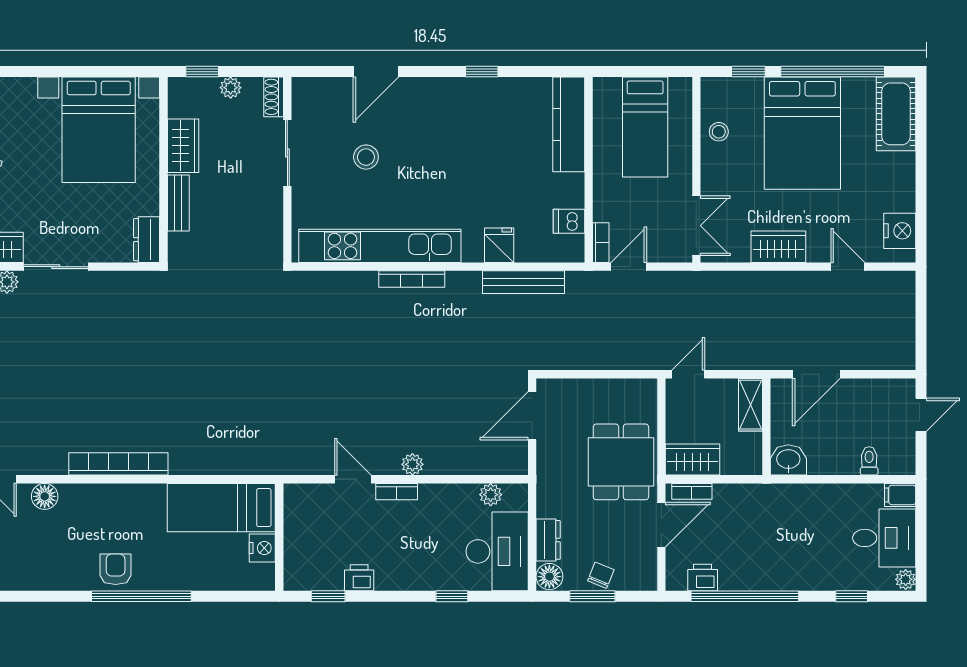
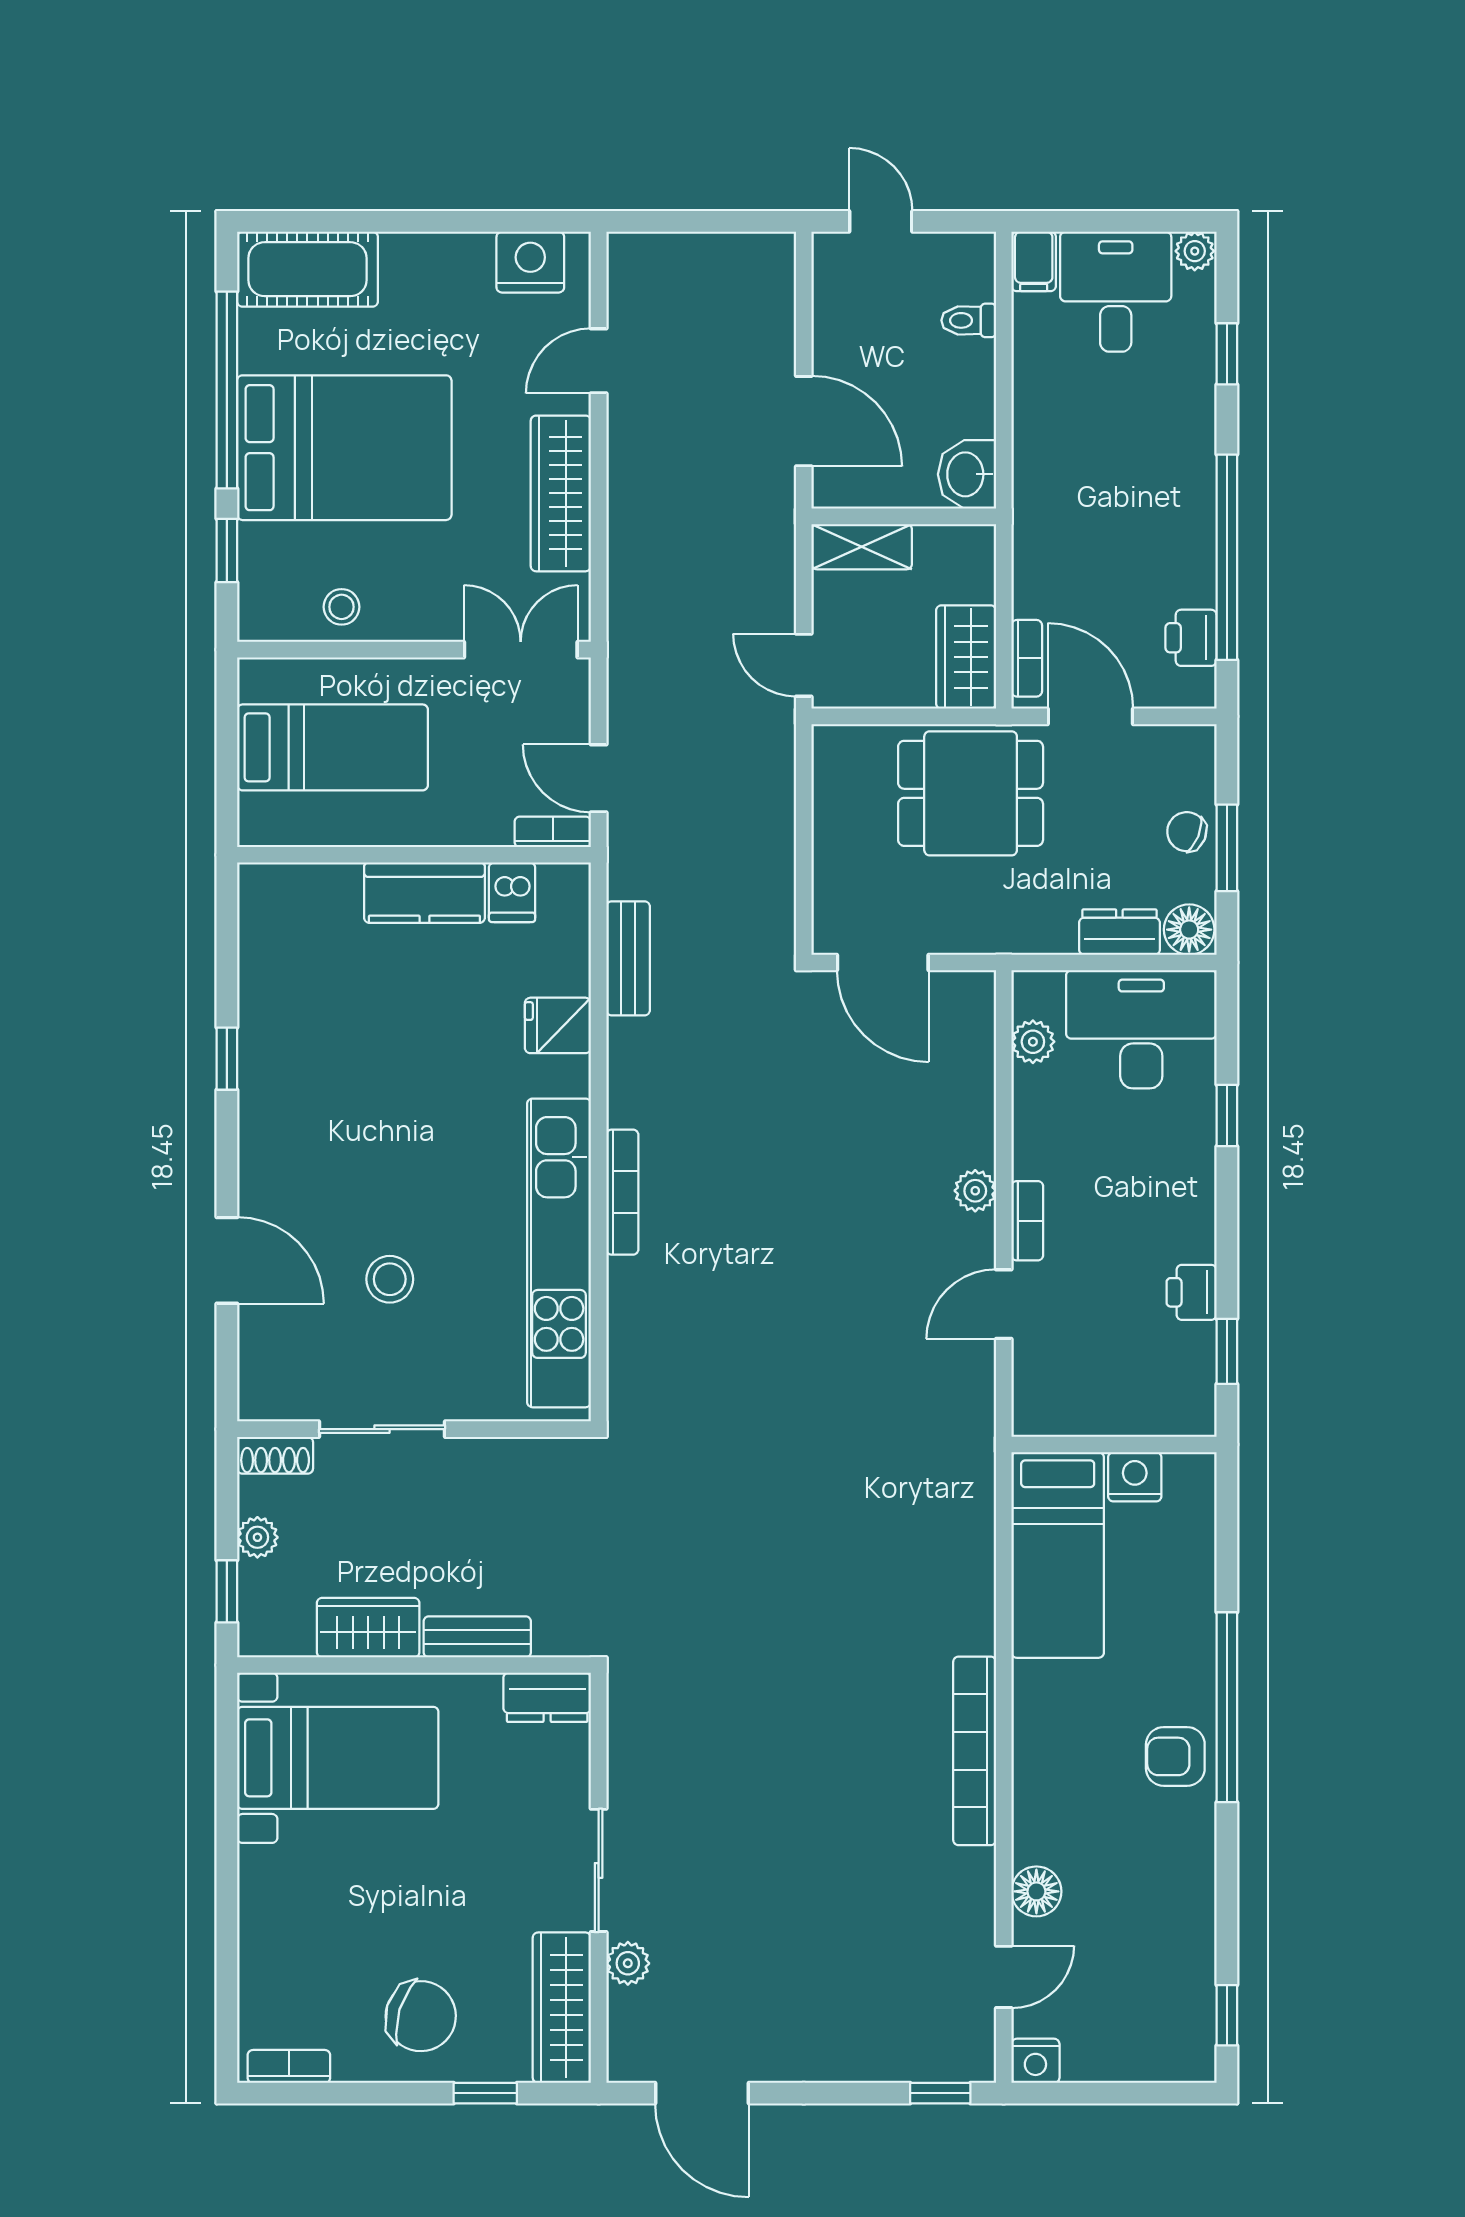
kitchen counter: (569, 124) -> (424, 893), moved, width x0.67
bed with nightstands: (99, 130) -> (338, 1758), width x0.73
wardrobe: (778, 247) -> (561, 493), width x1.50
bench: (523, 282) -> (628, 958), width x0.73

